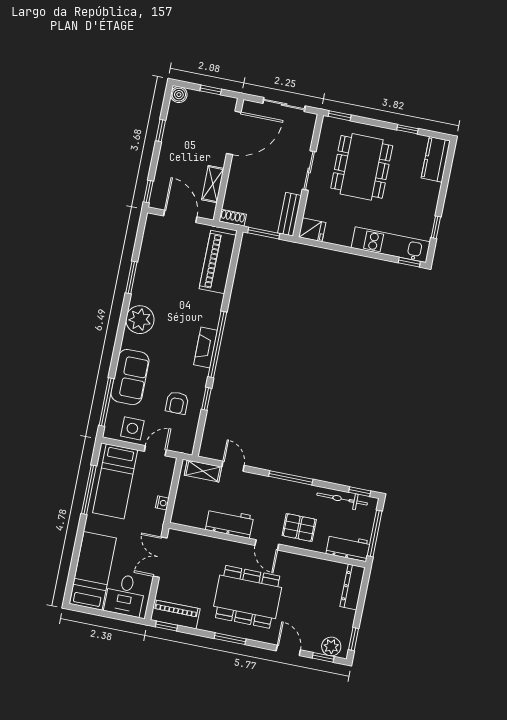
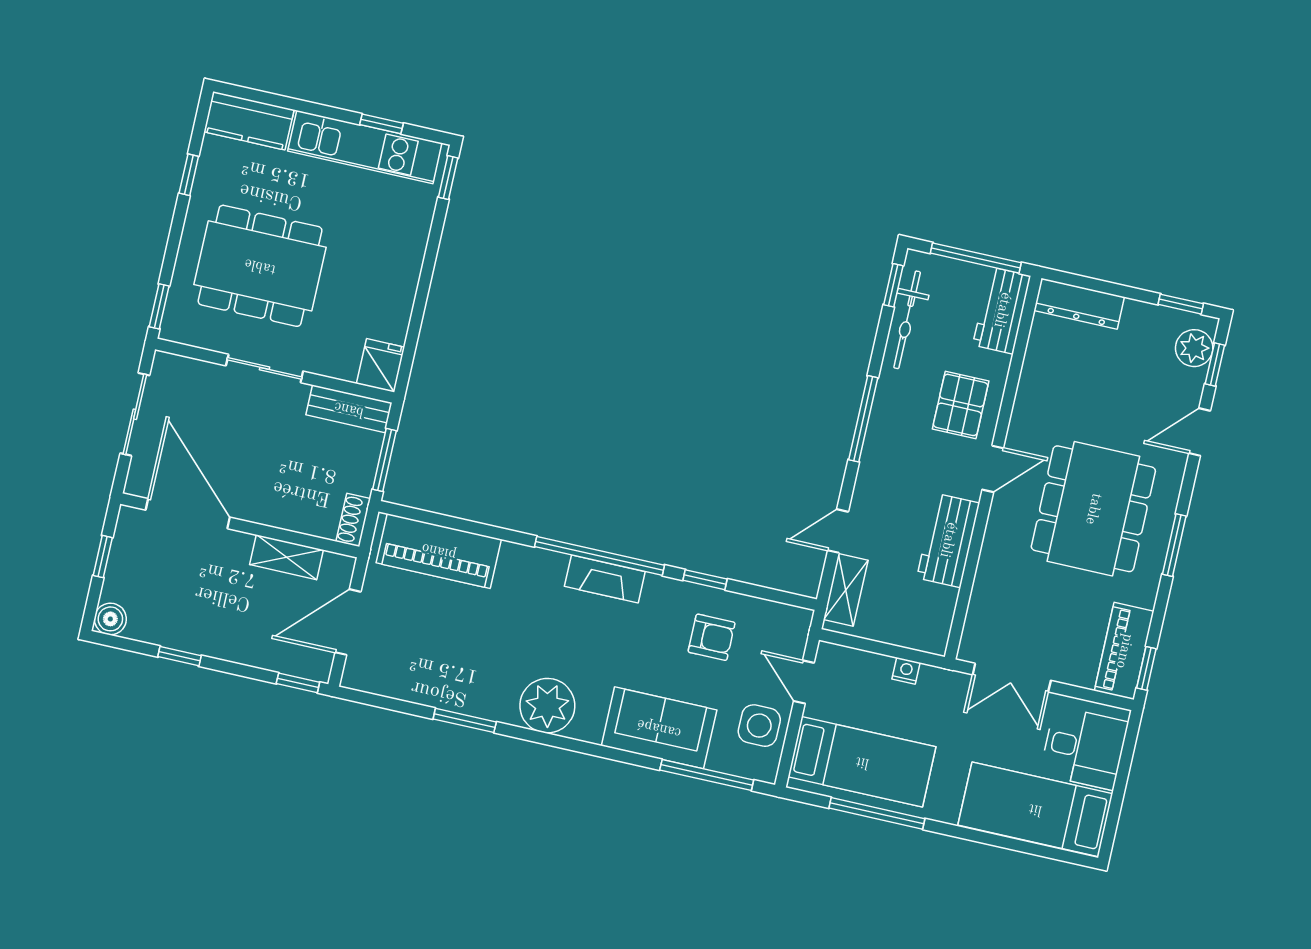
kitchen unit: (391, 245) -> (365, 147), moved, turned -90

